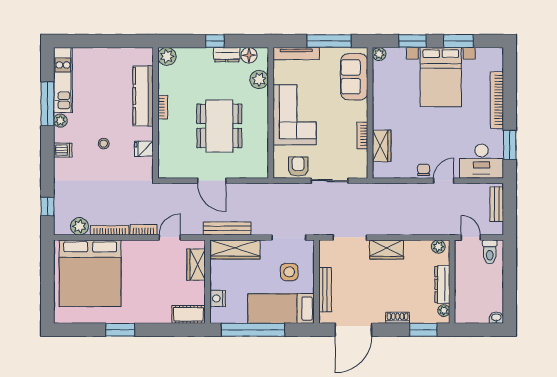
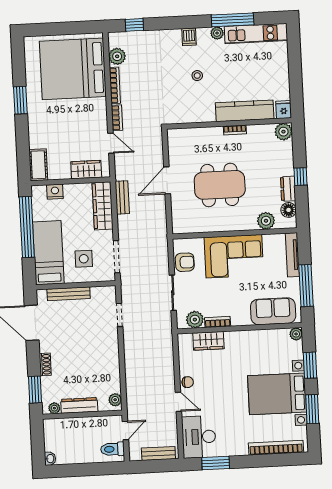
bookcase: (497, 100) -> (276, 448), moved
fridge: (144, 149) -> (284, 110), moved
plant: (359, 159) -> (195, 320), added
bench: (227, 228) -> (122, 197), width x0.73
doorway: (350, 237) -> (120, 315), width x0.73
wardrobe: (387, 250) -> (110, 351), removed

